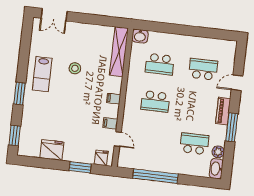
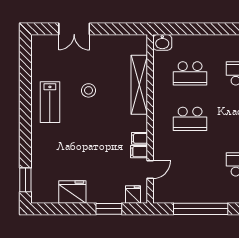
double door: (54, 15) -> (74, 29), moved
shelving: (119, 52) -> (139, 85), moved
window: (20, 94) -> (25, 129), removed
filing cabinet: (114, 99) -> (139, 138), moved
door: (118, 139) -> (150, 170), hinge flipped

